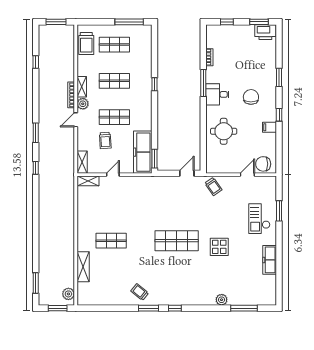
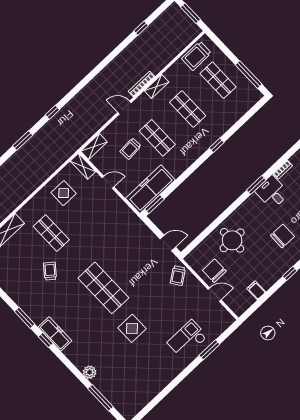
window: (203, 83) -> (256, 185), width x0.69
desk: (217, 94) -> (272, 192), moved
plant: (83, 104) -> (143, 101), removed
filing cabinet: (270, 127) -> (256, 290), moved
window: (36, 133) -> (23, 140), moved
chair: (263, 164) -> (214, 271), moved
display table: (93, 209) -> (64, 193), added
freezer: (270, 260) -> (55, 334), moved, turned 90
trolley: (140, 292) -> (50, 271), moved

